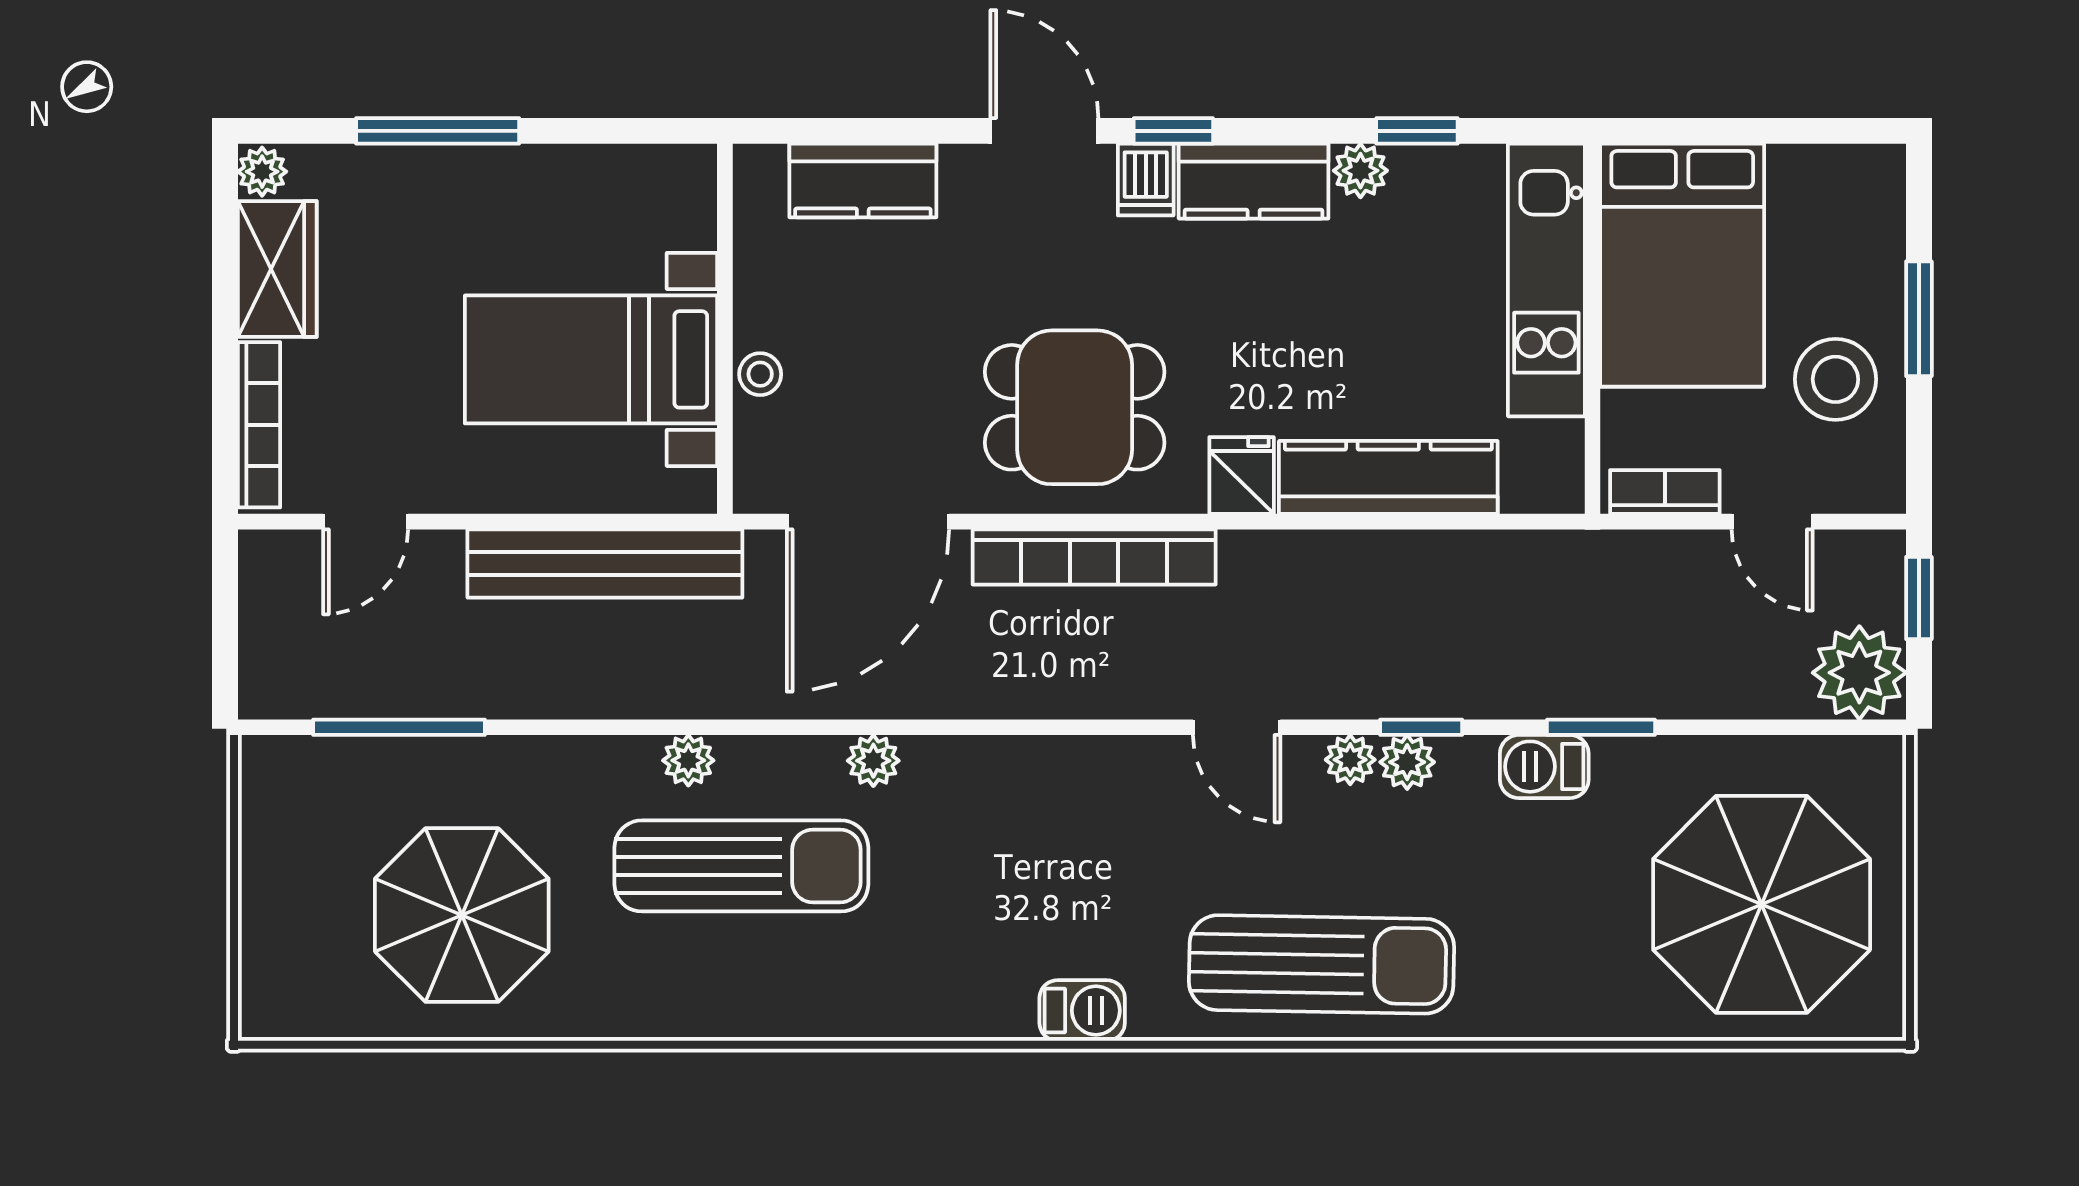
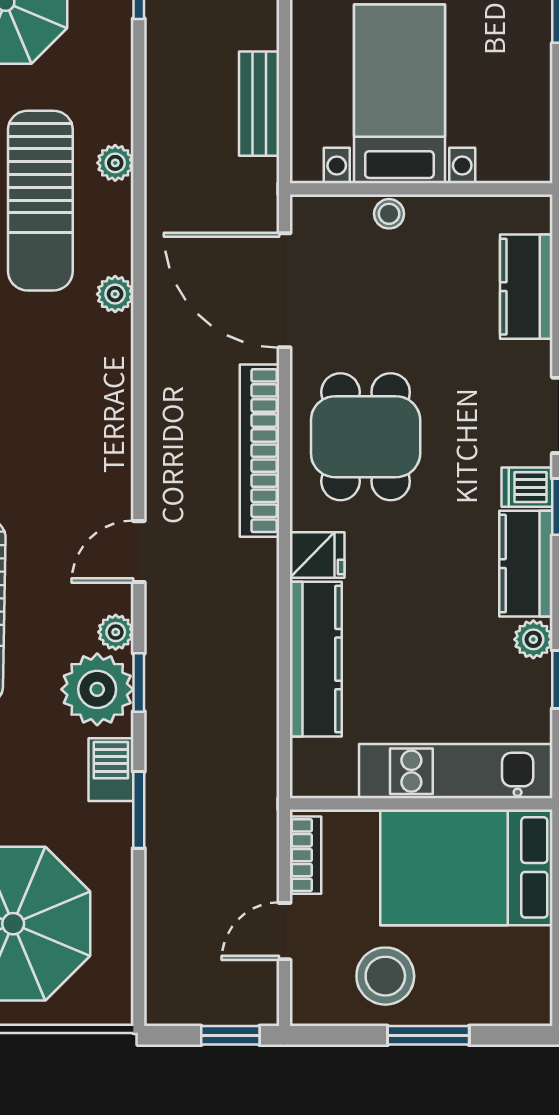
bench: (605, 563) -> (259, 104), width x0.54, depth x0.82
plant: (1859, 673) -> (177, 993), removed
plant: (1407, 762) -> (97, 689), width x1.88, depth x1.88

